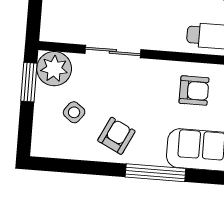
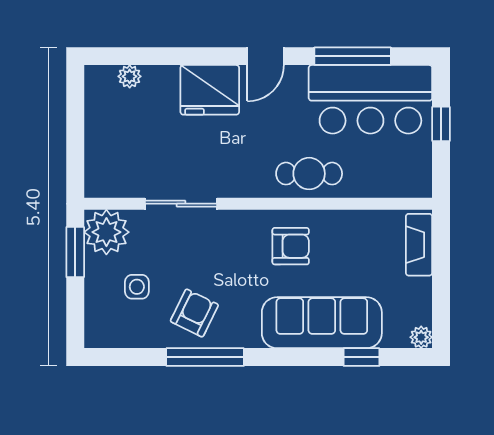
side table: (74, 112) -> (137, 287), turned -37
window: (155, 173) -> (205, 357), moved

